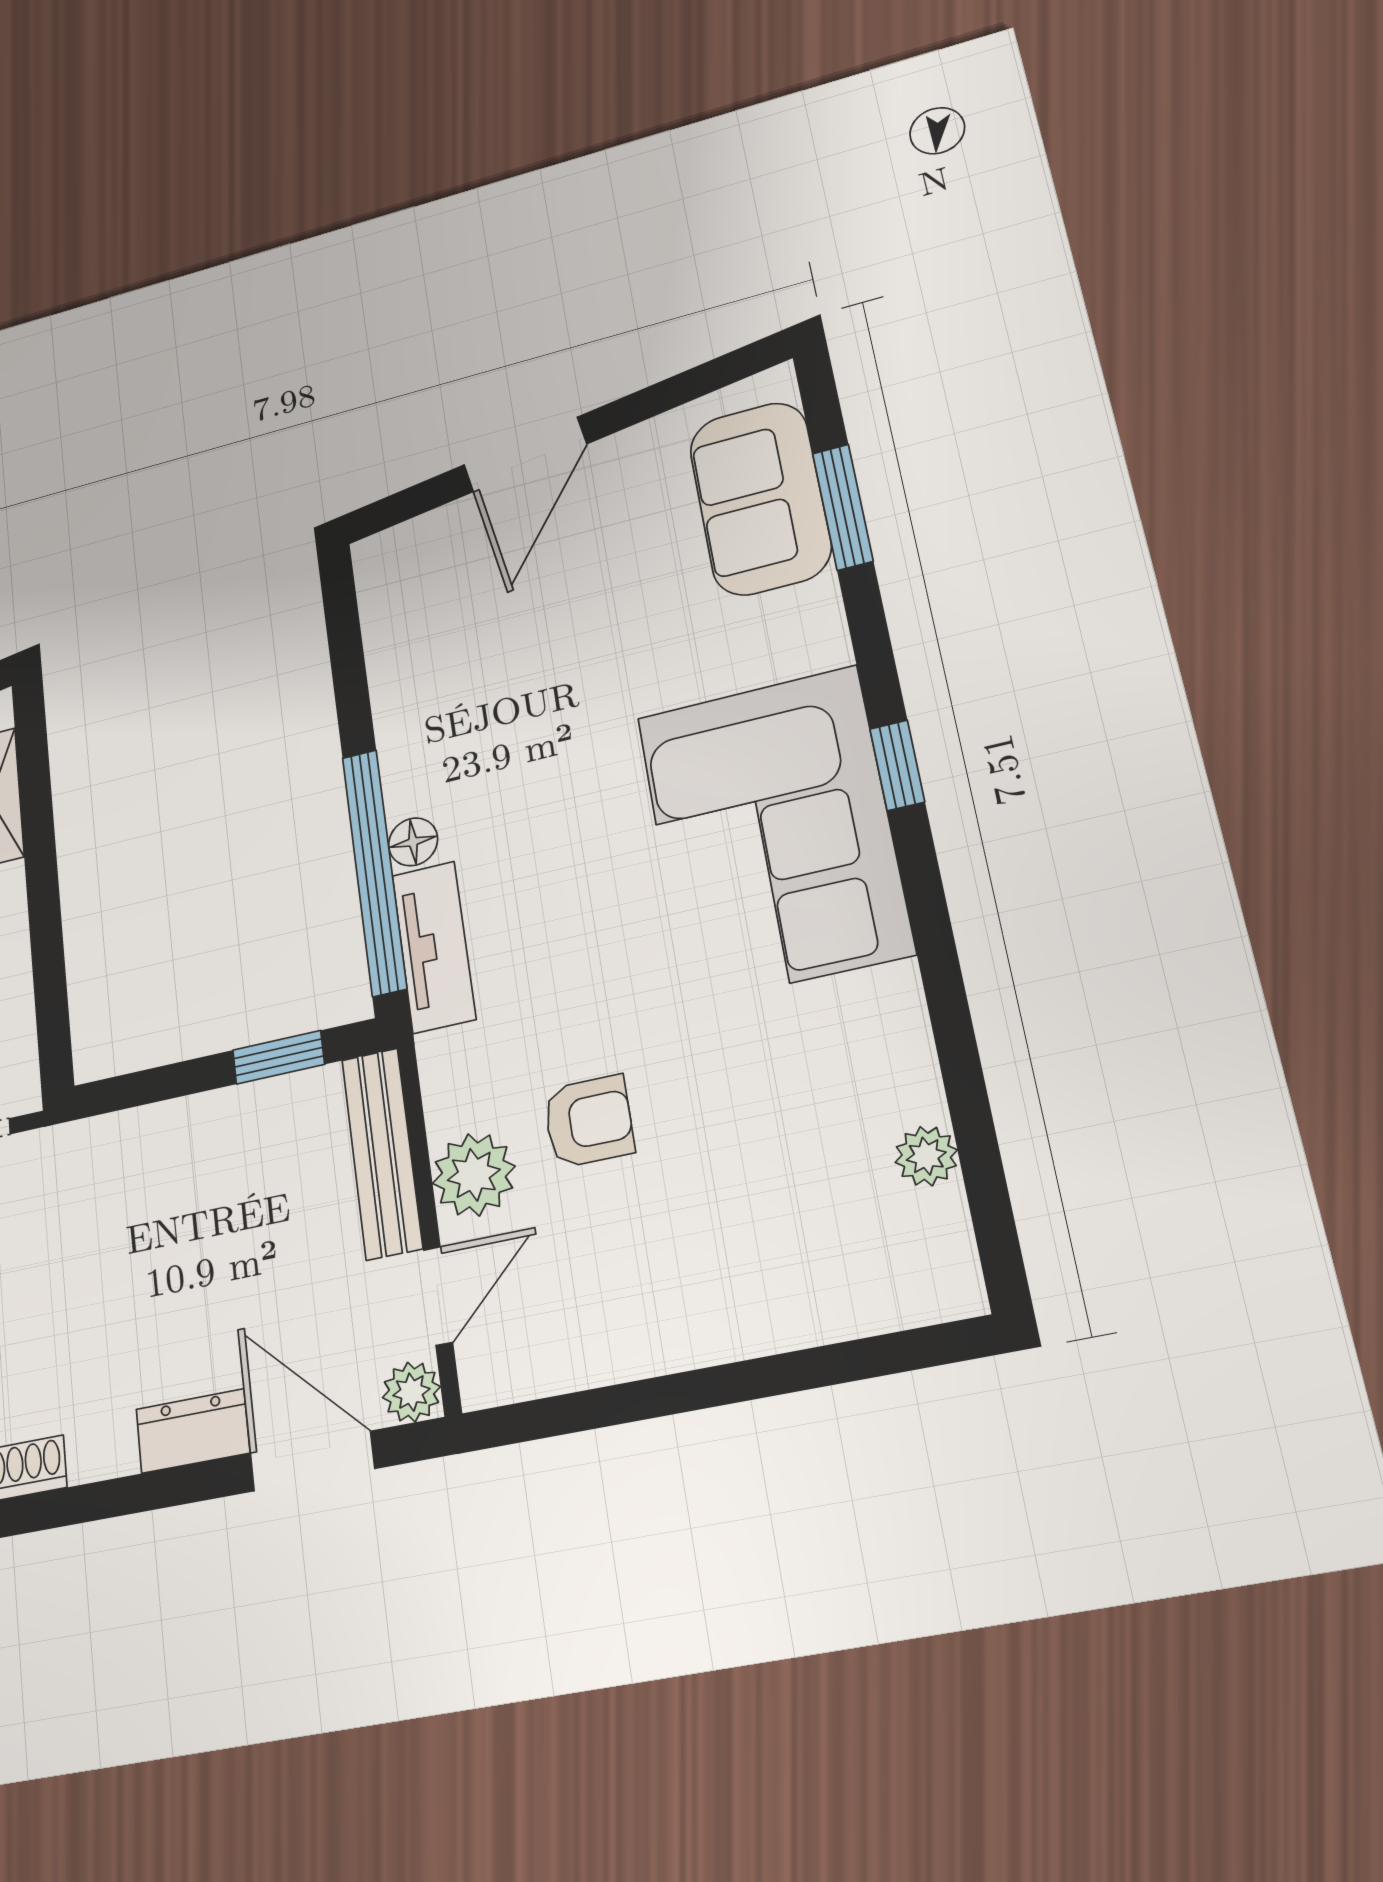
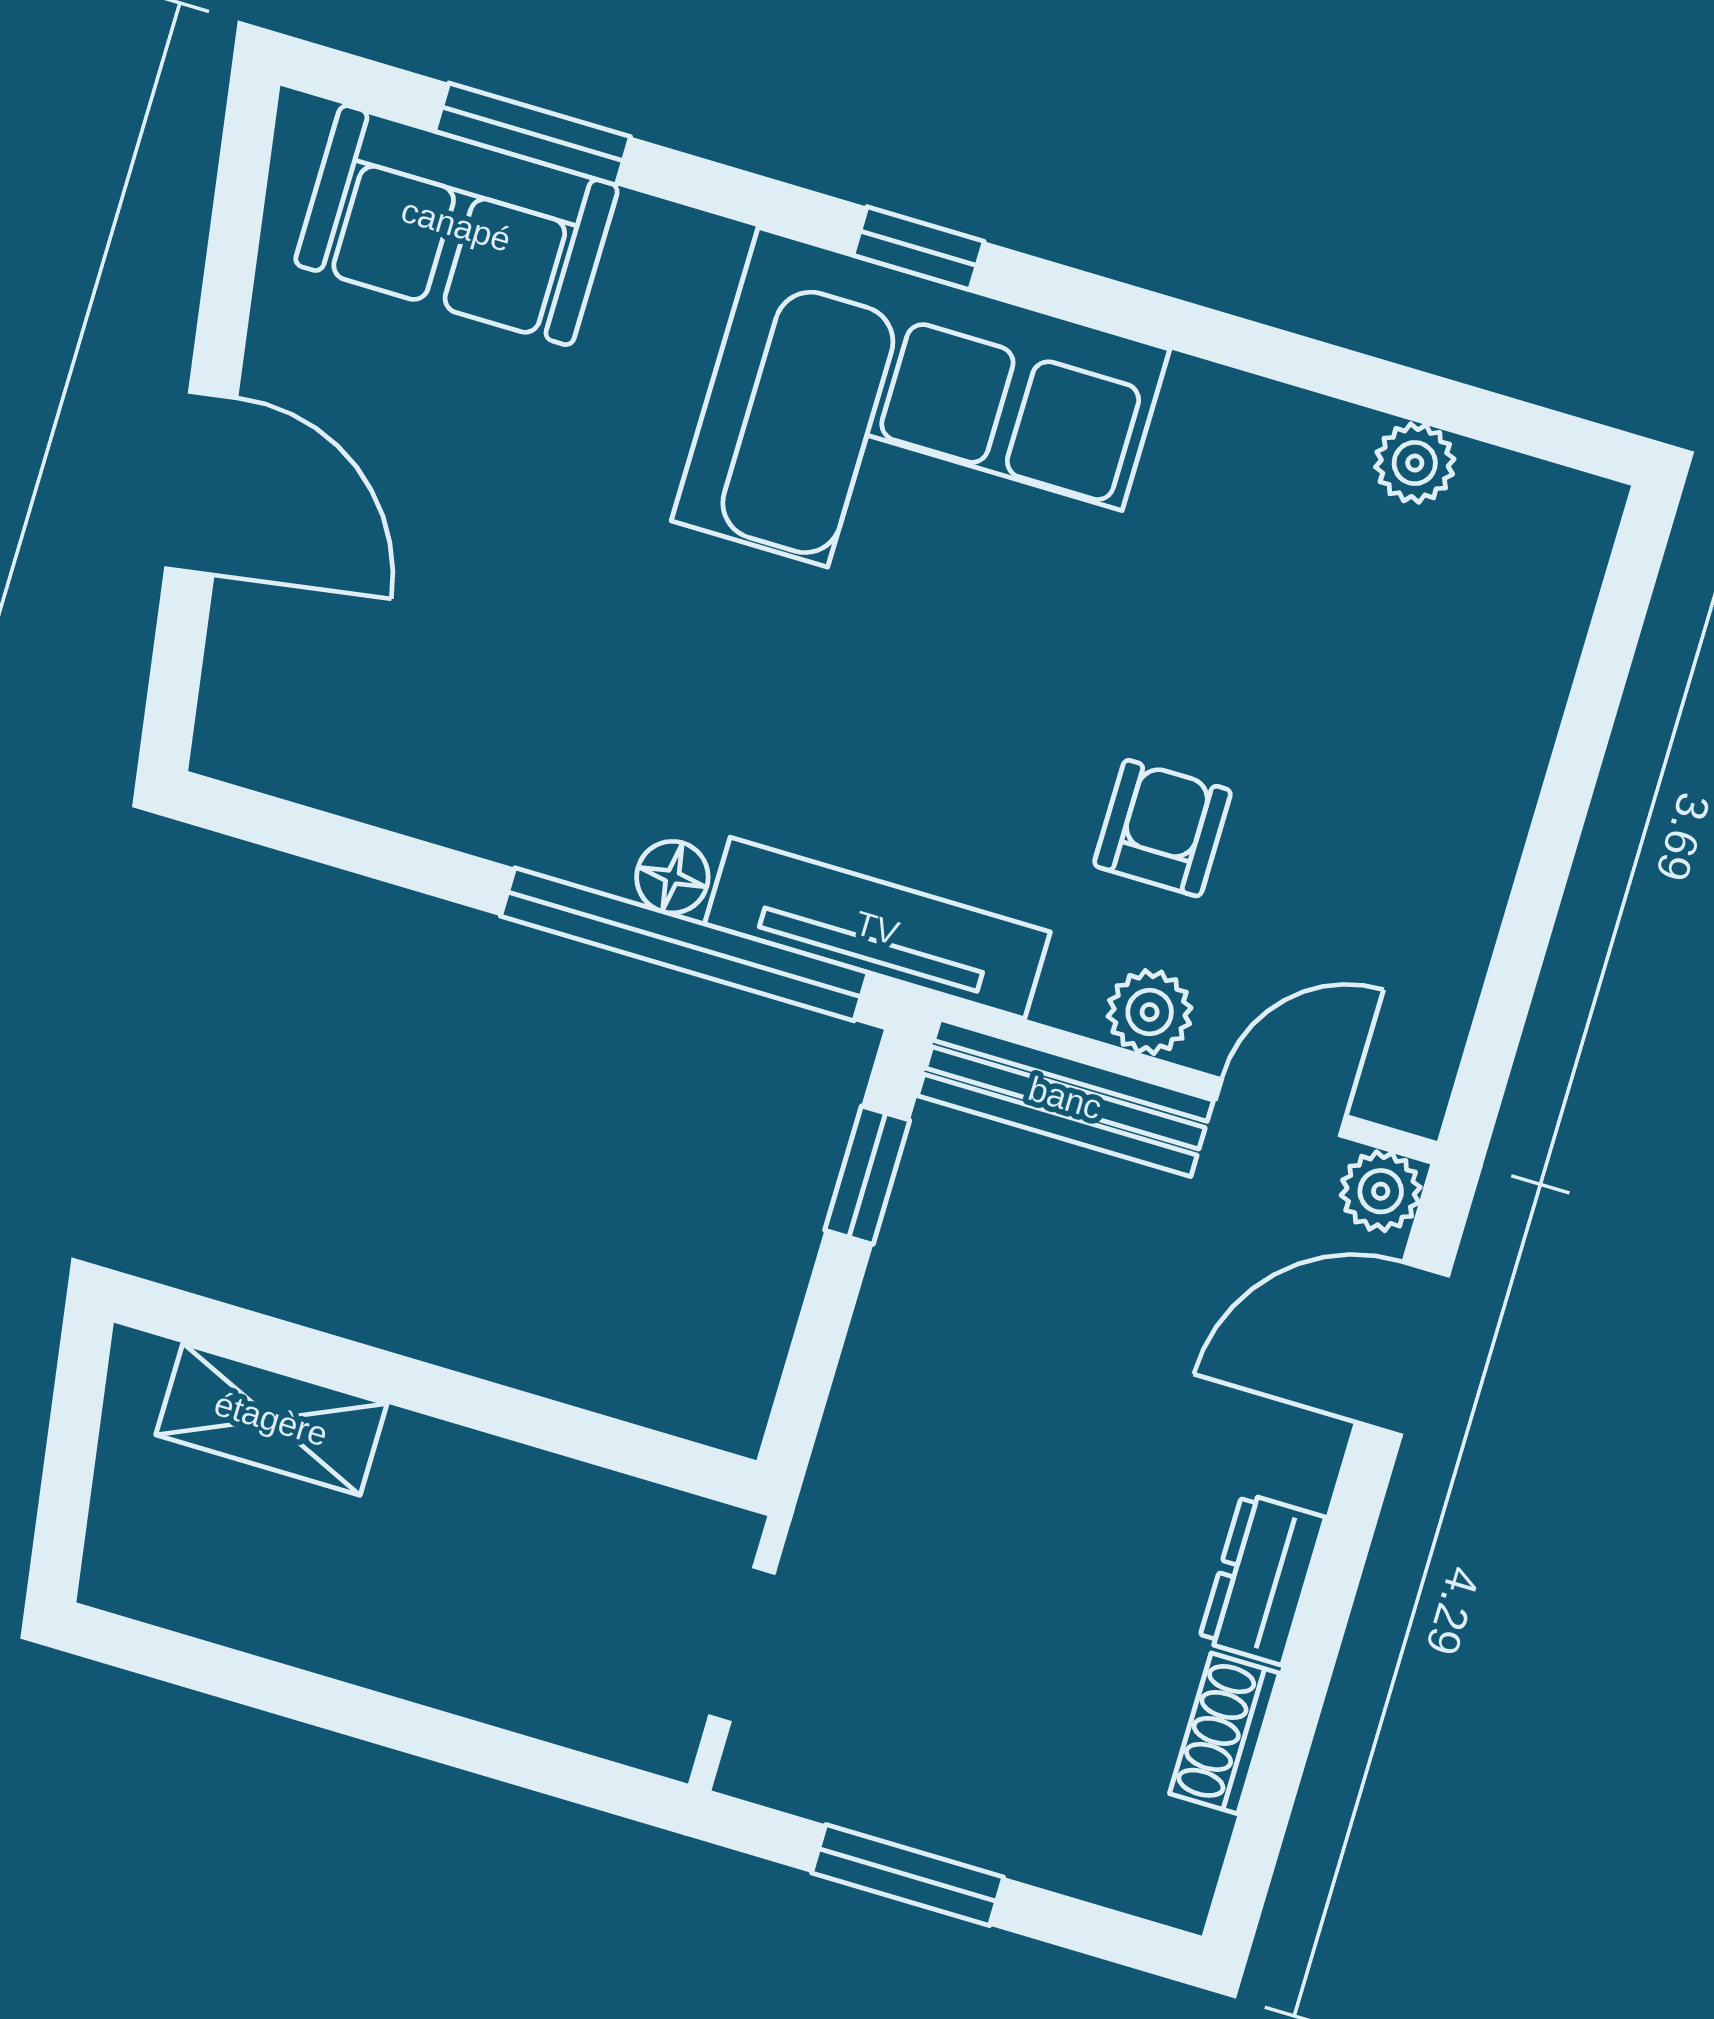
tv unit: (434, 947) -> (877, 928), width x1.41
plant: (474, 1175) -> (1150, 1012), width x0.73, depth x0.73
door: (438, 1296) -> (1281, 1107), hinge flipped
dresser: (193, 1431) -> (1262, 1579), moved

